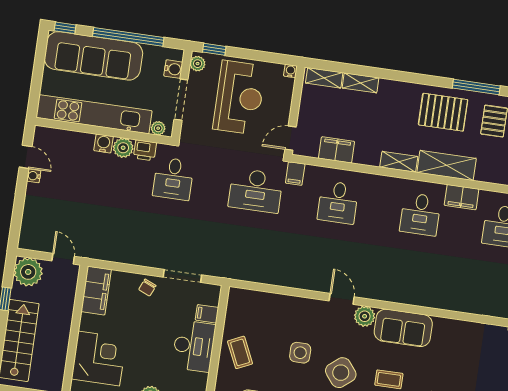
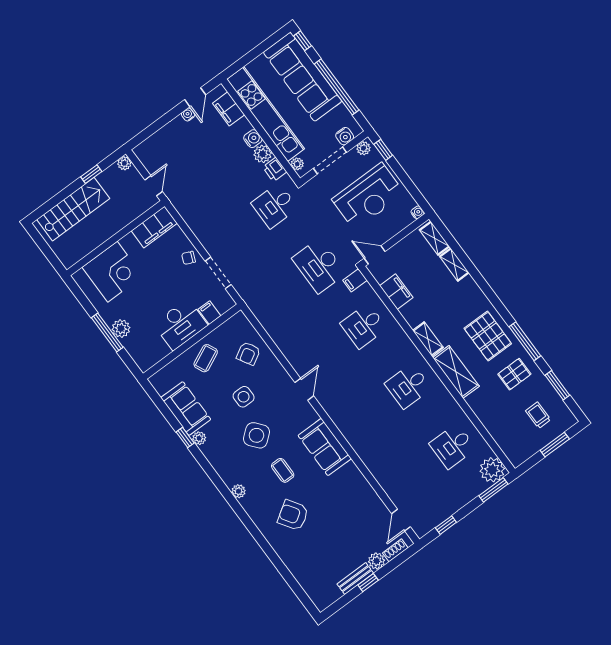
filing cabinet: (462, 197) -> (229, 109), moved
plant: (28, 272) -> (124, 163), width x0.53, depth x0.53
armchair: (270, 315) -> (248, 353), added
plant: (365, 316) -> (308, 415), removed

